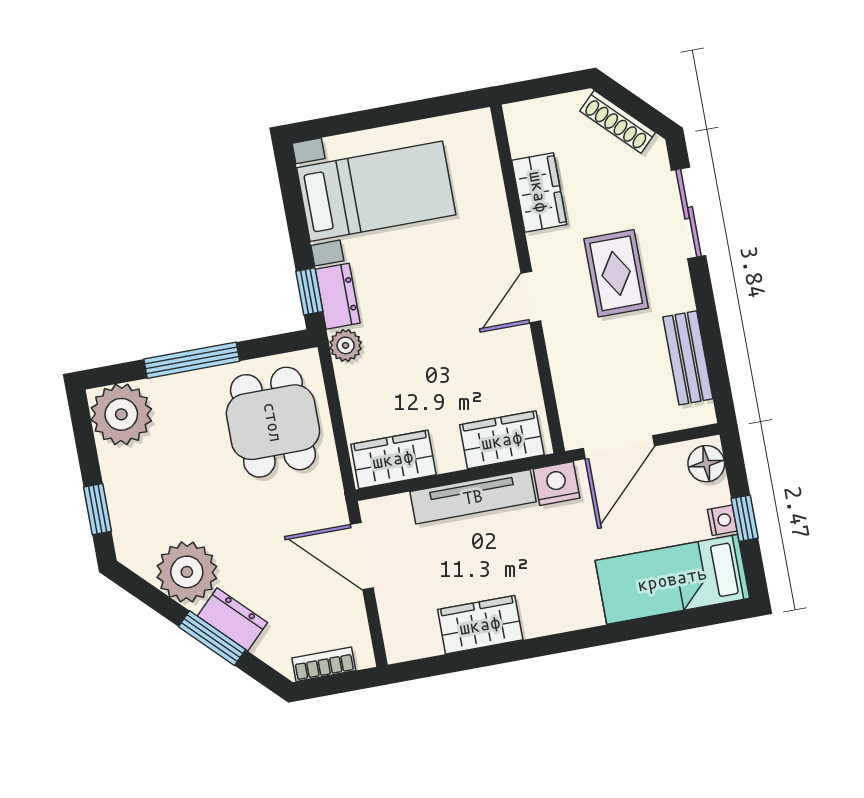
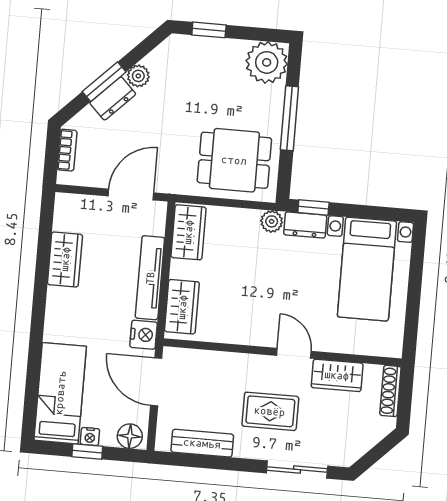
shoe rack: (618, 122) -> (390, 391), moved, turned -45
door: (531, 297) -> (294, 353), moved
plant: (187, 572) -> (138, 76), width x0.53, depth x0.53

